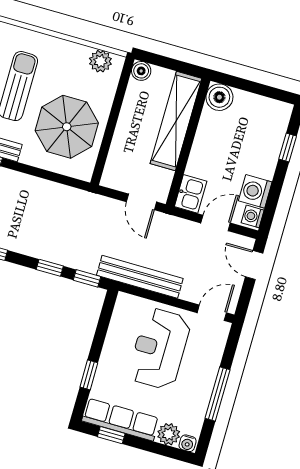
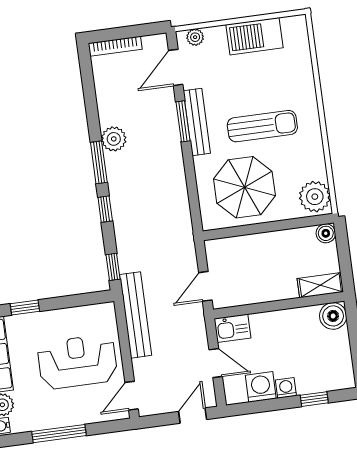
plant: (100, 61) -> (315, 197), width x1.36, depth x1.36
shelving: (176, 121) -> (320, 285), width x0.45, depth x0.75
washing machine: (253, 216) -> (286, 388), moved
window: (50, 268) -> (105, 209), moved
door: (212, 313) -> (132, 396), swing flipped

